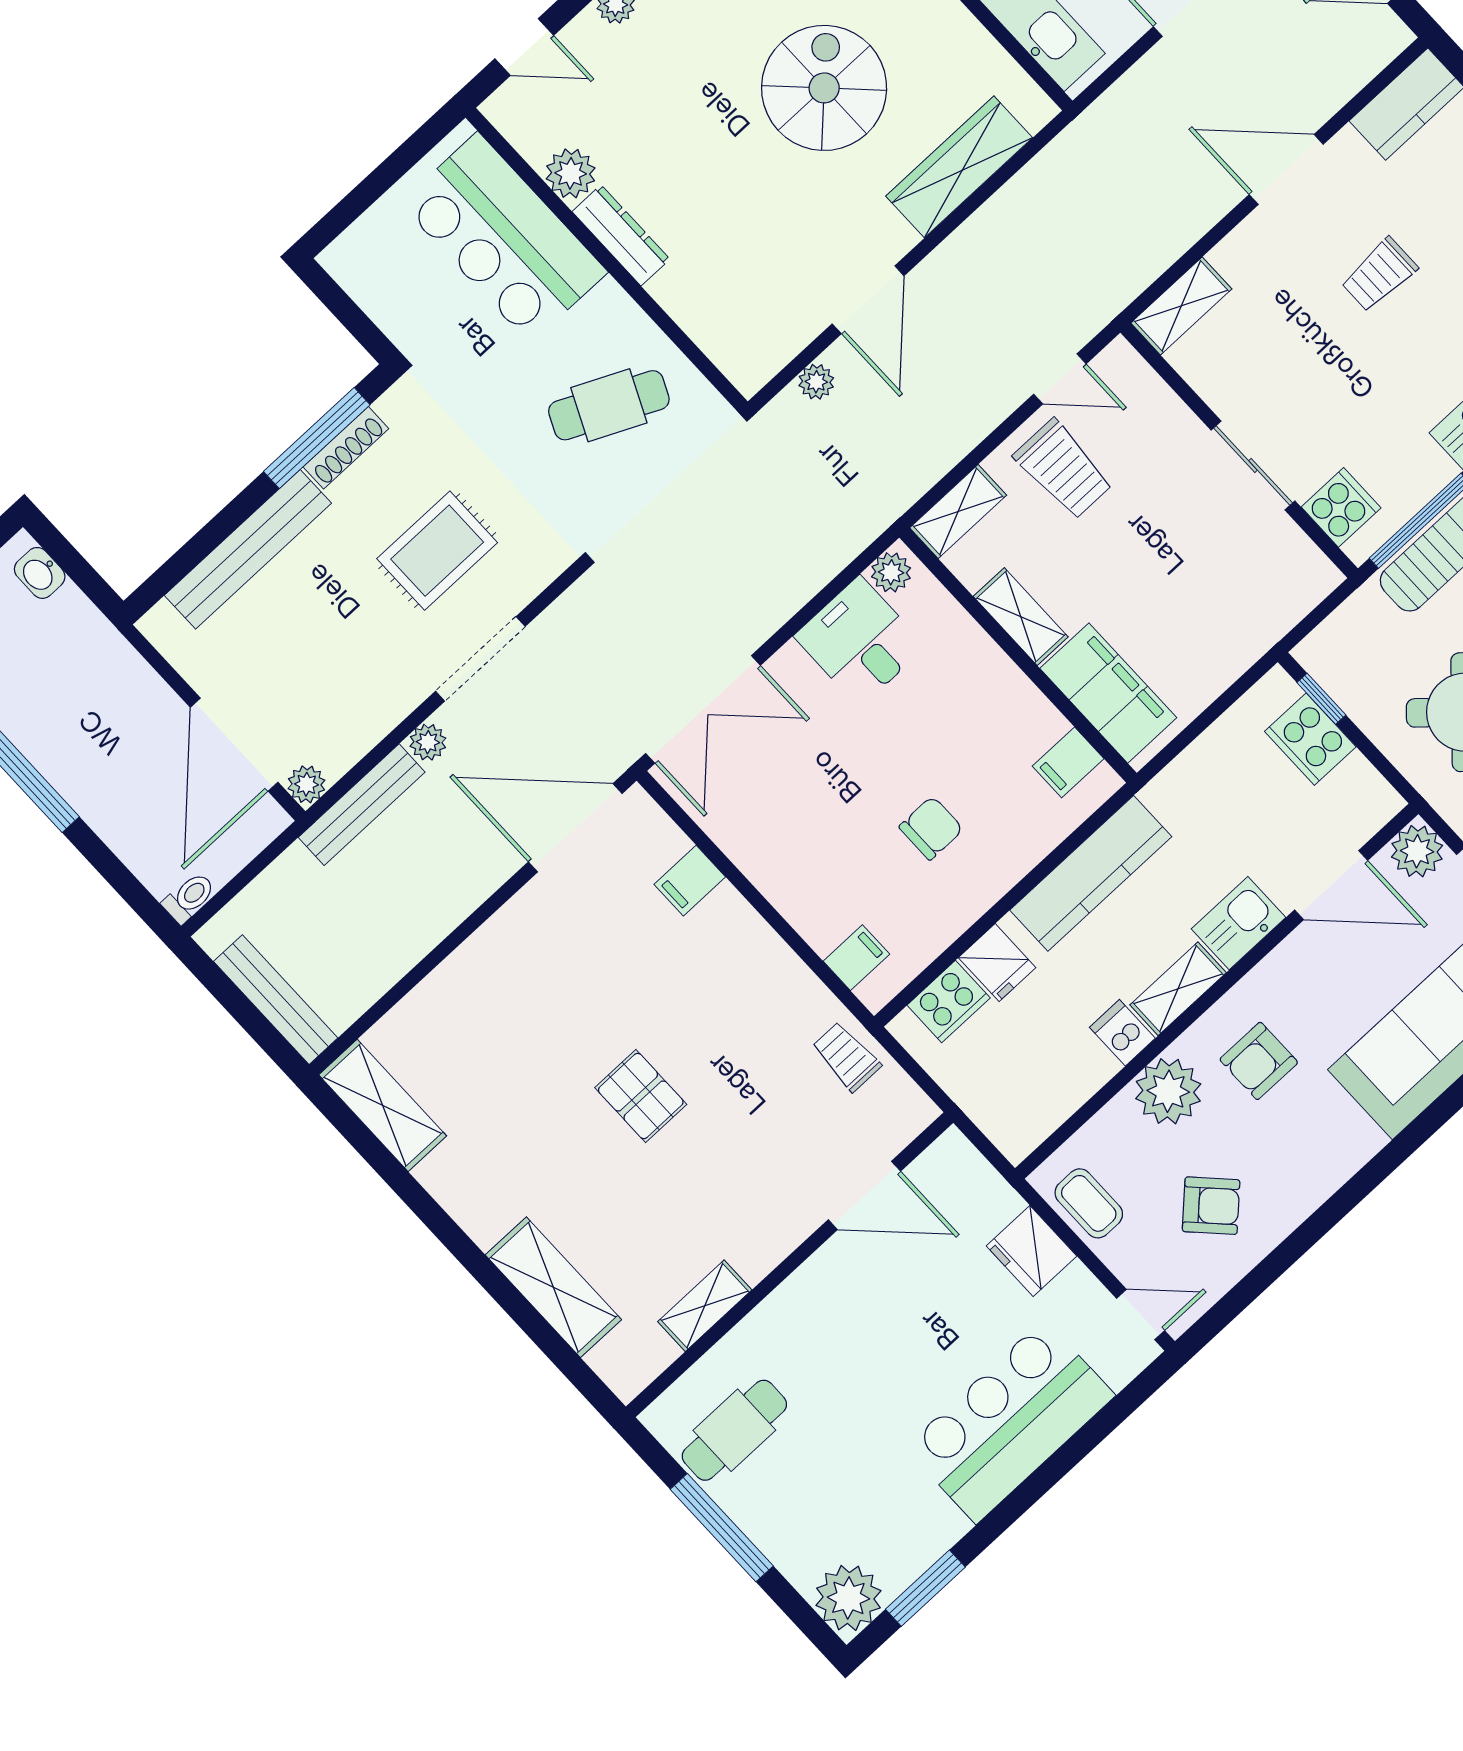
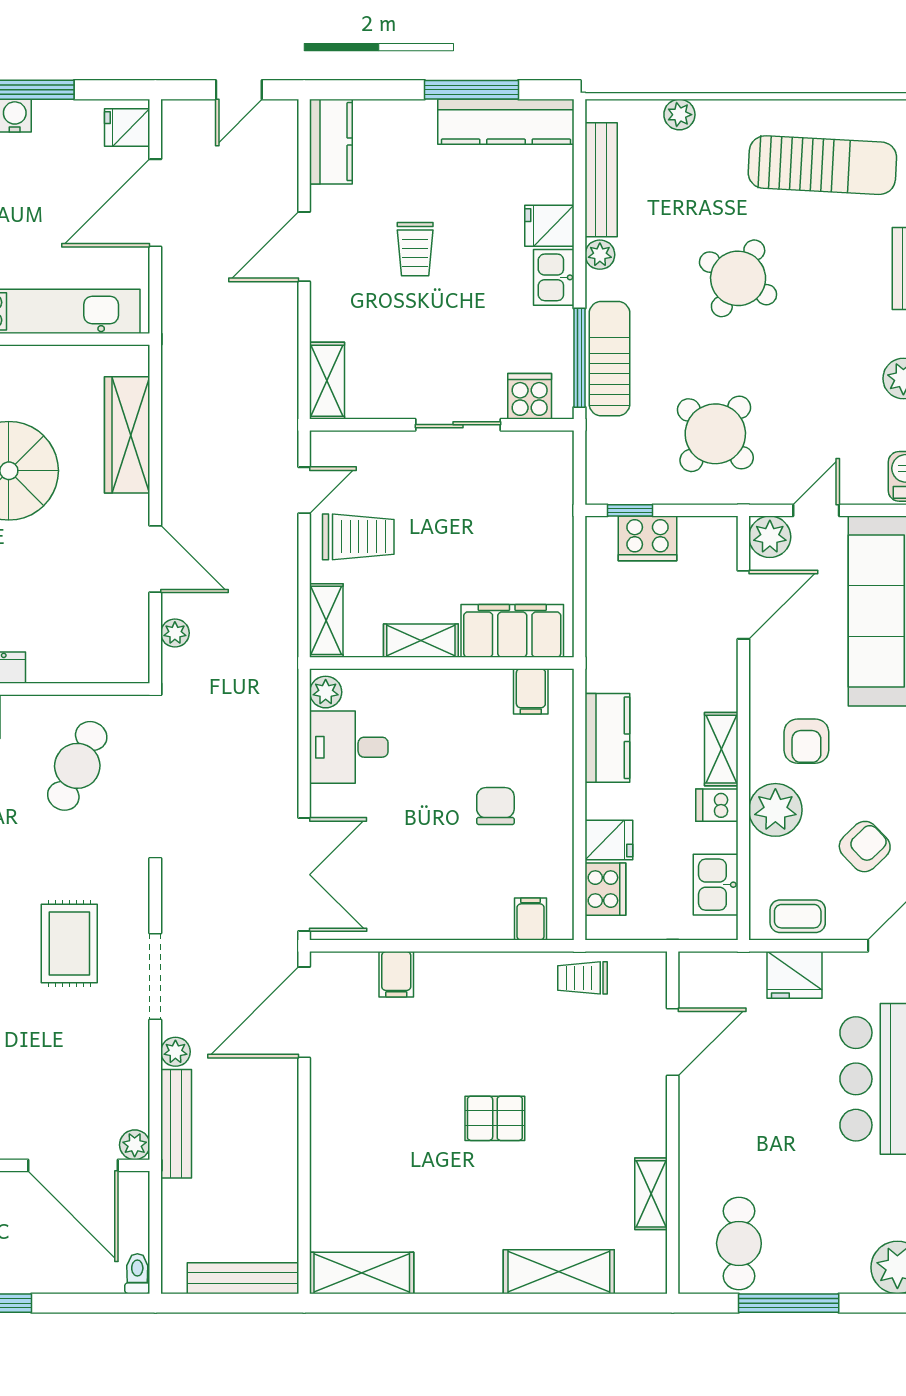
kitchen counter: (1091, 873) -> (607, 738), width x0.67
kitchen sink: (1238, 923) -> (716, 885), moved

